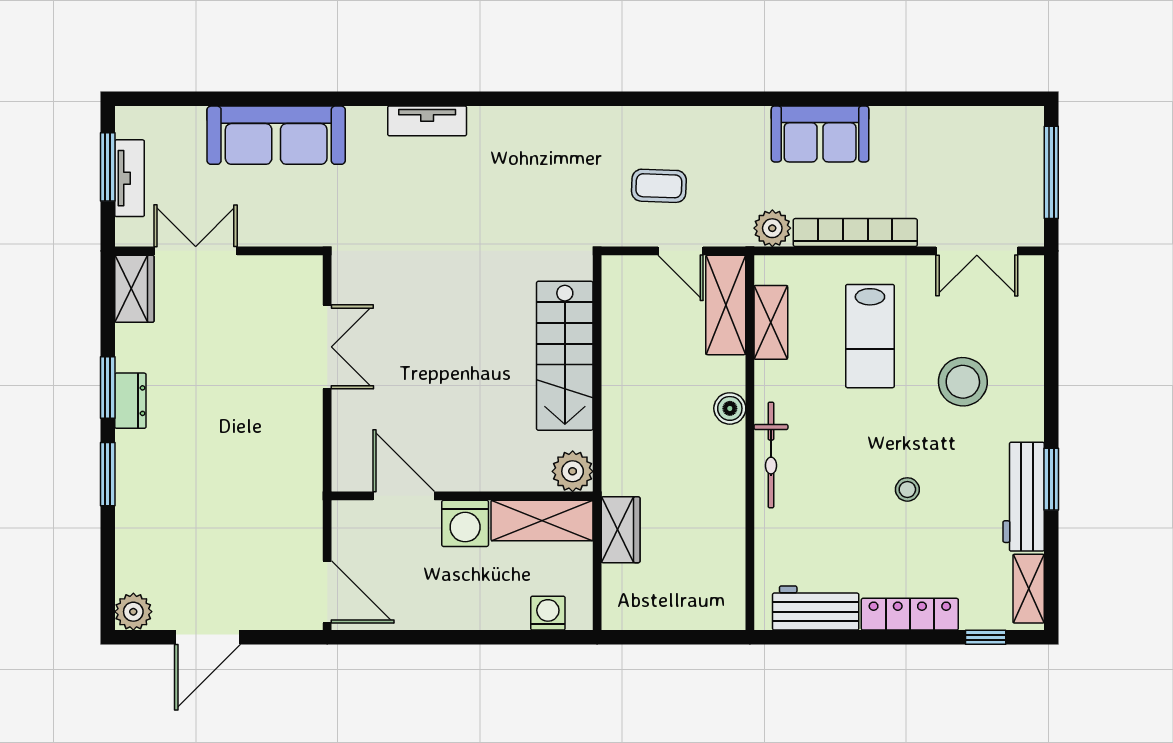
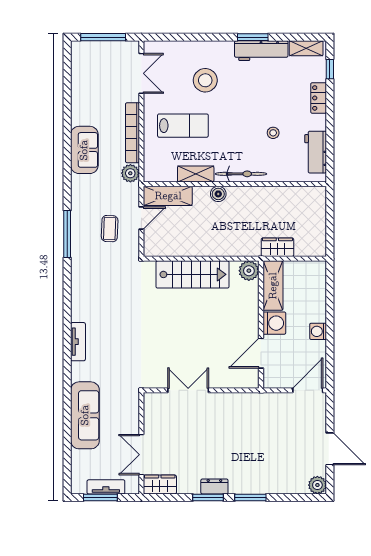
window: (648, 99) -> (67, 234), added
shelving: (771, 322) -> (196, 174), moved
stool: (907, 489) -> (273, 133), moved
washing machine: (548, 613) -> (318, 331), moved
locker: (910, 614) -> (319, 98), width x0.66

